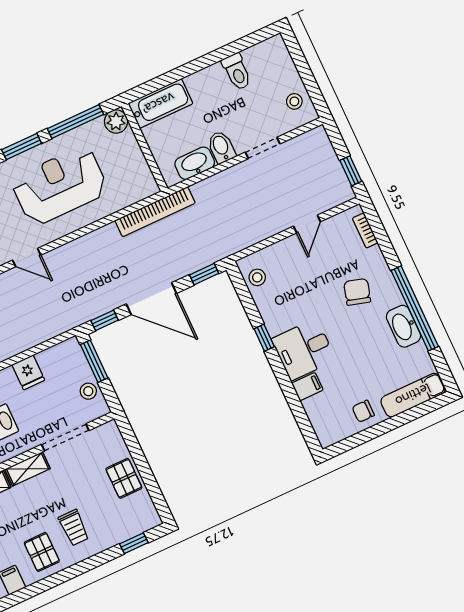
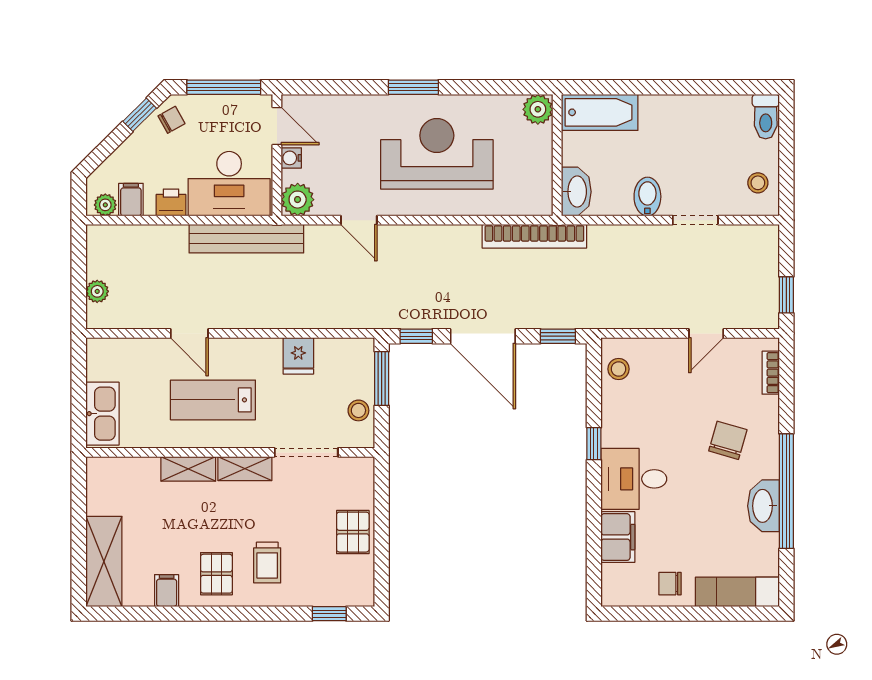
toilet: (237, 72) -> (766, 117), moved
window: (75, 121) -> (490, 87), removed
washbasin: (195, 163) -> (576, 192), moved, turned 90
filing cabinet: (307, 387) -> (618, 537), width x2.00

